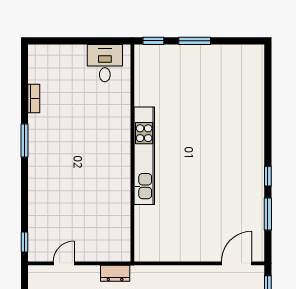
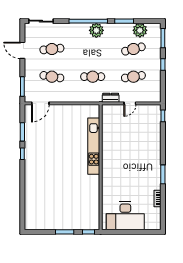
desk: (105, 63) -> (125, 216), width x1.87, depth x1.30
kitchen unit: (144, 156) -> (94, 146), moved
door: (64, 263) -> (130, 103), moved

